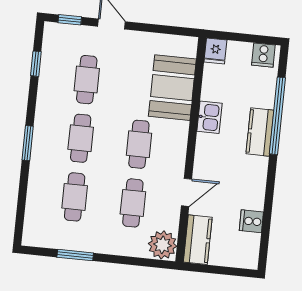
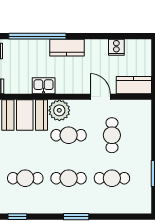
kitchen counter: (260, 132) -> (67, 48), moved
cafe table: (133, 203) -> (112, 135), turned 90
plant: (163, 245) -> (59, 110), moved

